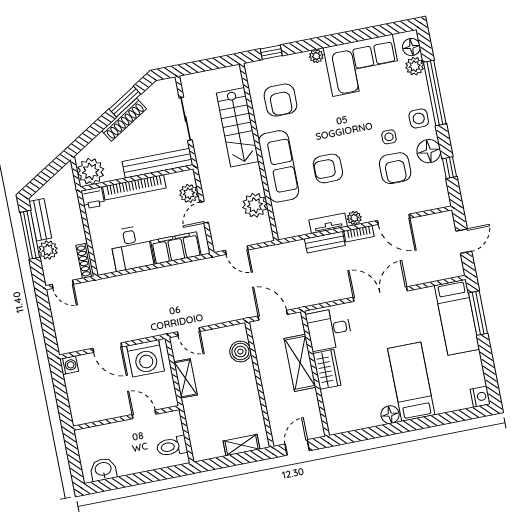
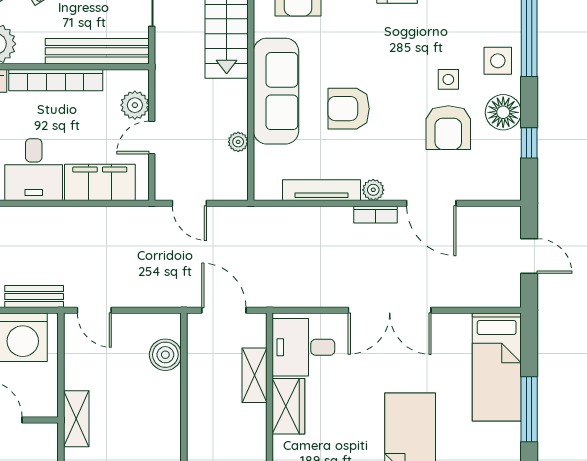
plant: (255, 205) -> (238, 142), width x0.53, depth x0.53
tv unit: (328, 223) -> (322, 190), width x1.41
door: (464, 241) -> (529, 256), hinge flipped
bench: (325, 242) -> (34, 296), moved
double door: (380, 294) -> (390, 310), swing flipped
window: (478, 313) -> (529, 409), moved
shelving: (300, 363) -> (255, 375), width x0.67, depth x0.75
shelving: (186, 378) -> (76, 419), moved

